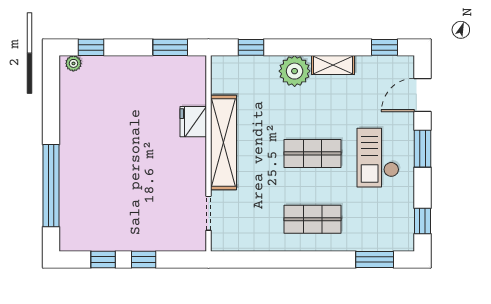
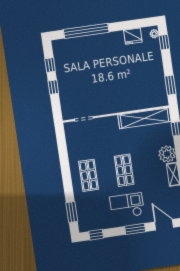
fridge: (193, 122) -> (133, 36), moved, turned 180
shelving: (223, 143) -> (144, 118), moved

